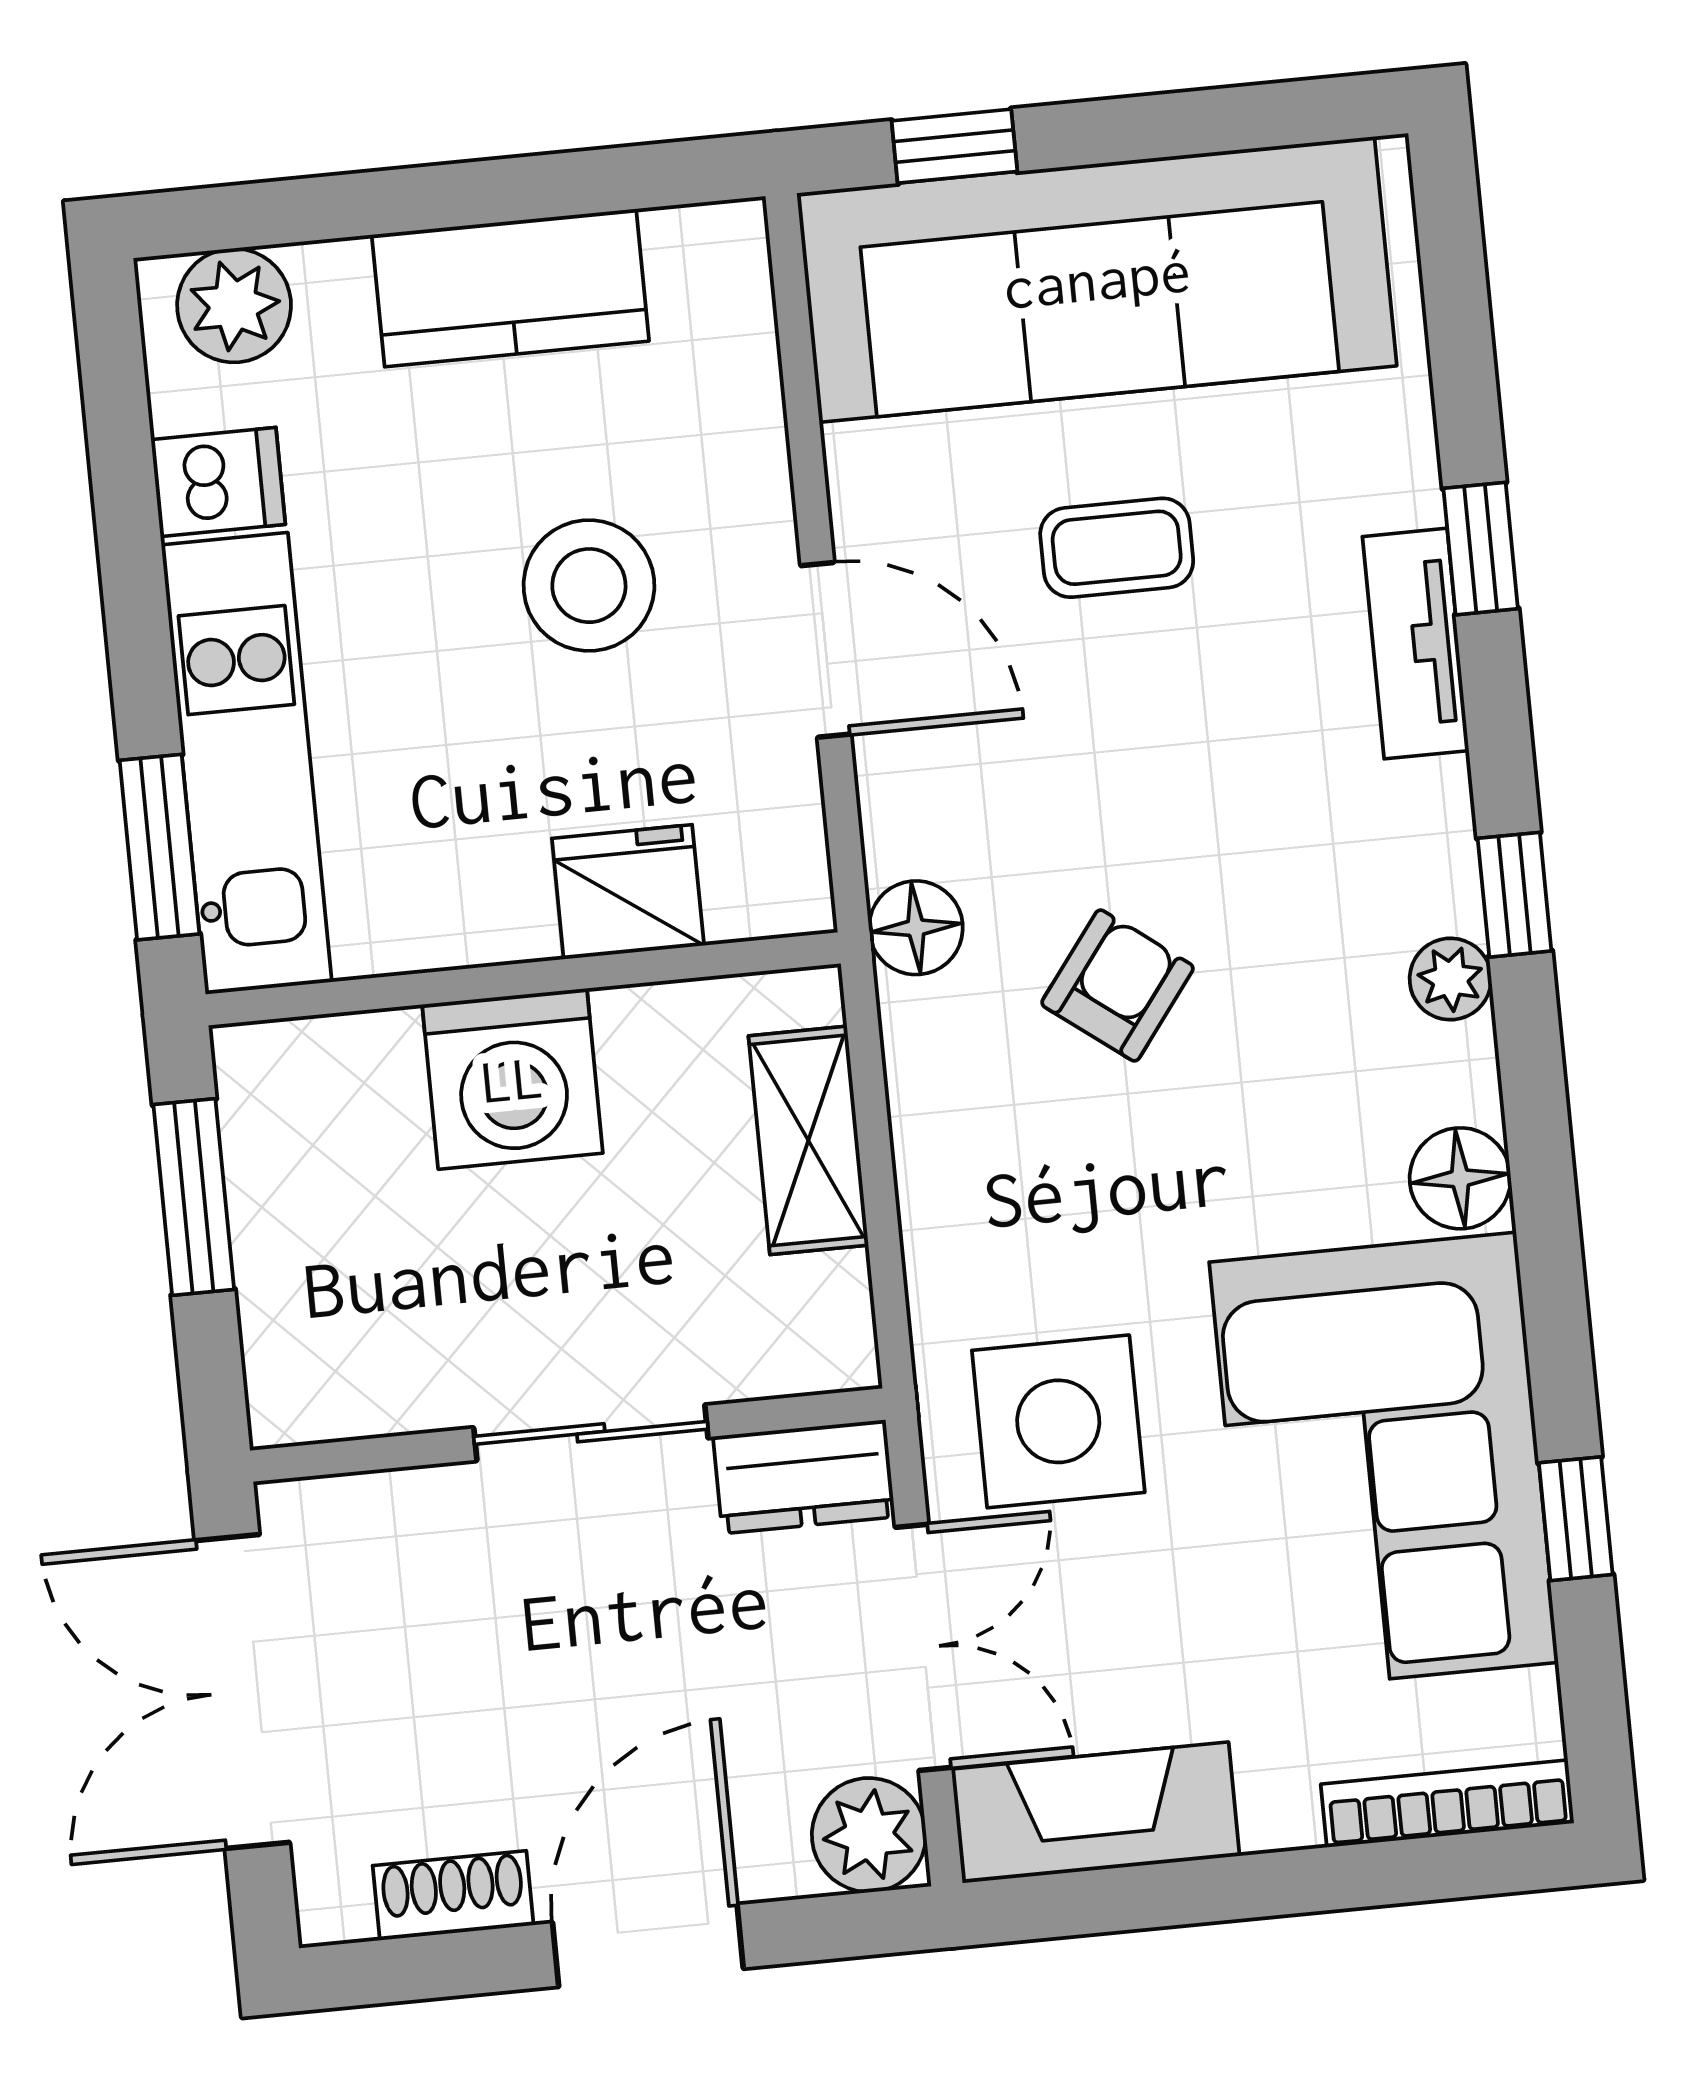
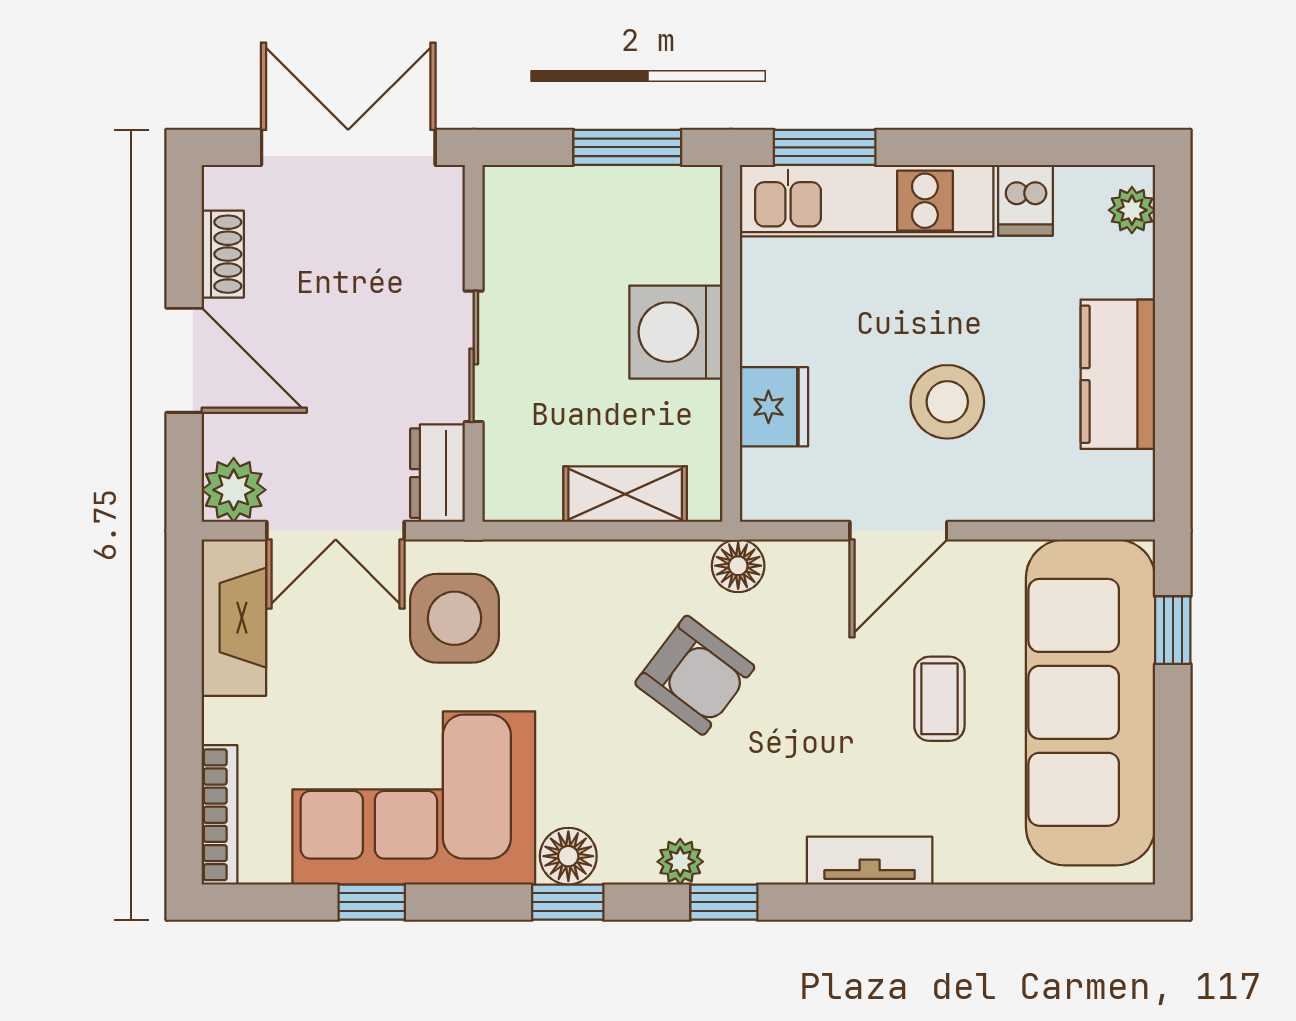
plant: (234, 305) -> (1132, 210), width x0.73, depth x0.73
window: (1481, 549) -> (568, 902), moved
armchair: (1117, 985) -> (695, 675), width x1.38, depth x1.38

